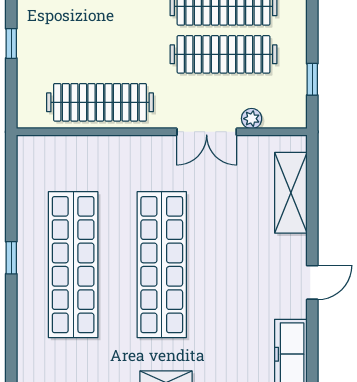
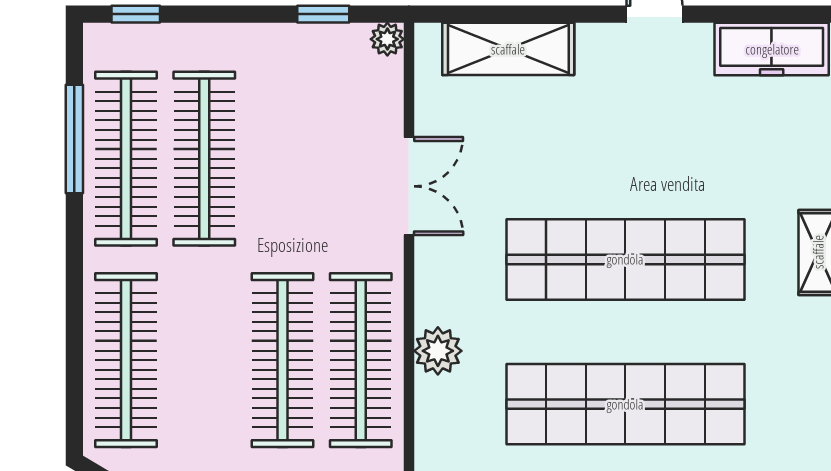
clothes rail: (223, 54) -> (282, 360), moved
plant: (252, 119) -> (387, 39), moved
plant: (106, 150) -> (438, 351), added

